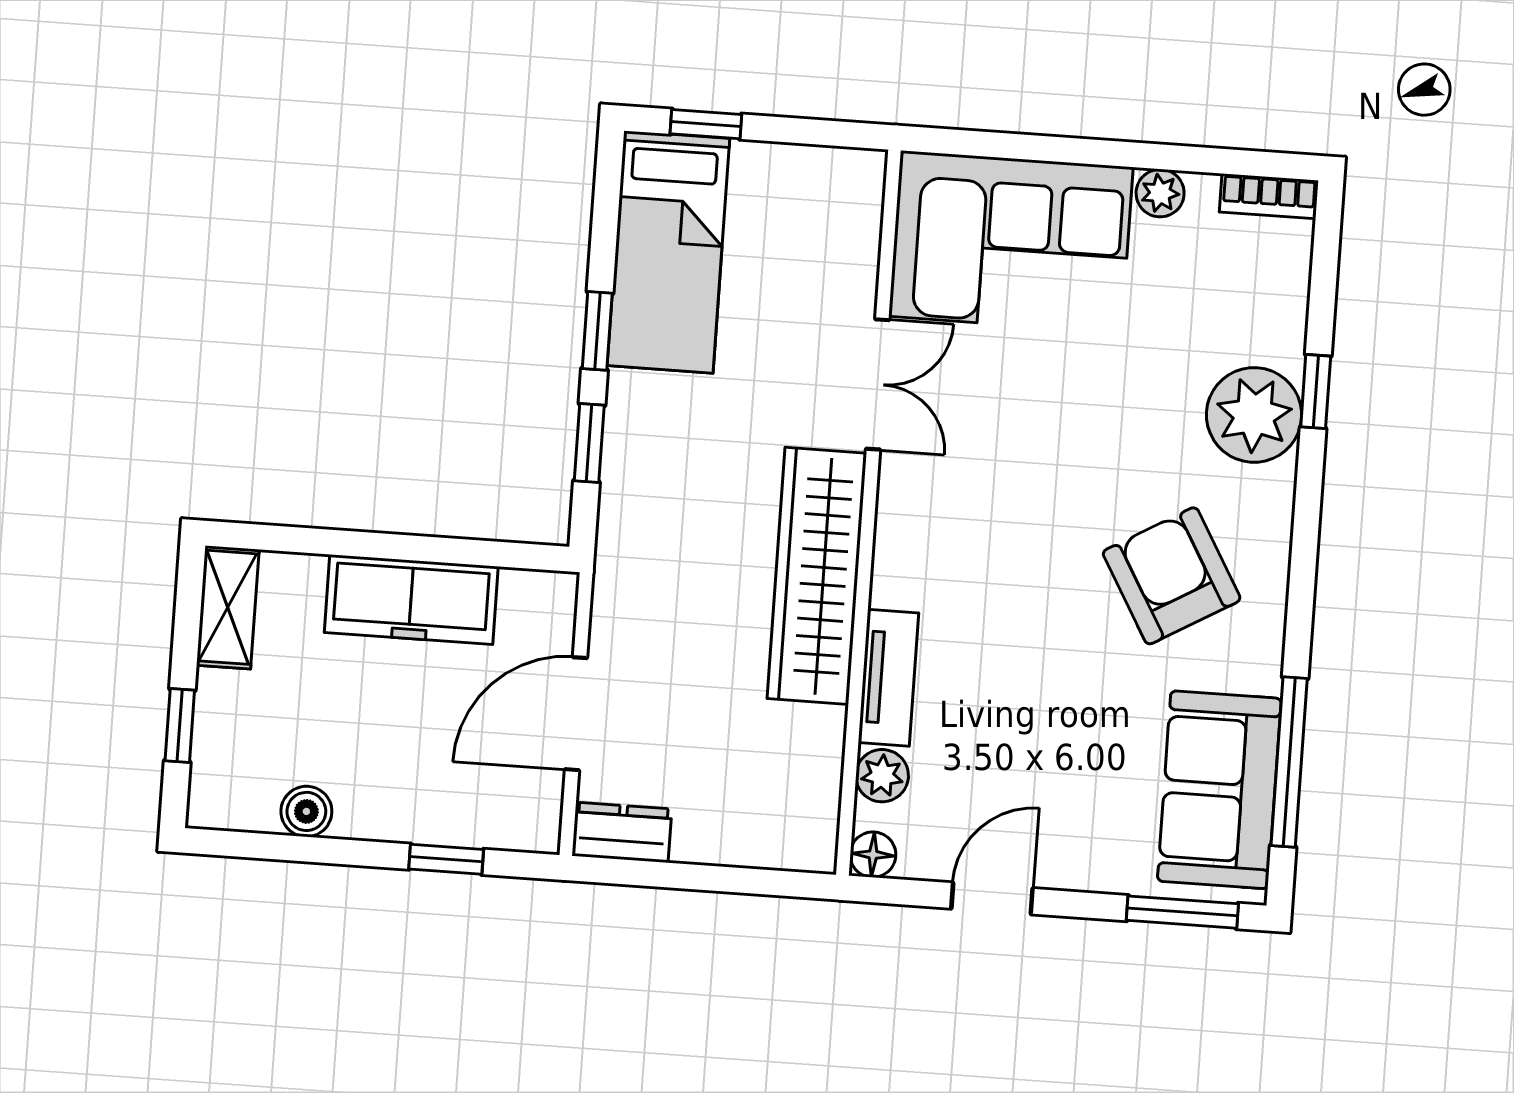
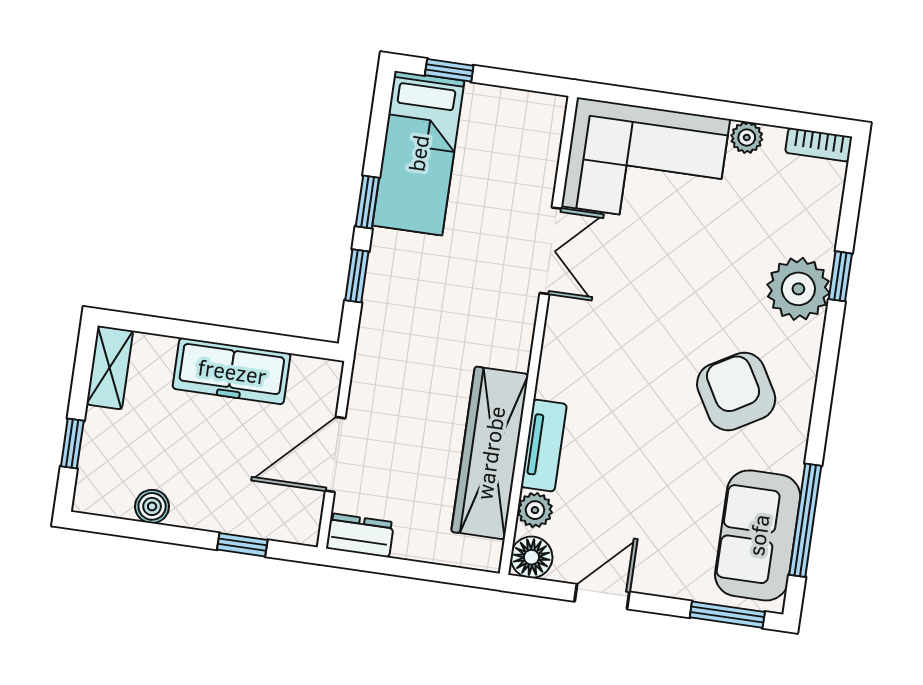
wardrobe: (817, 576) -> (490, 453), moved
floor lamp: (873, 855) -> (532, 557), width x1.37, depth x1.37

